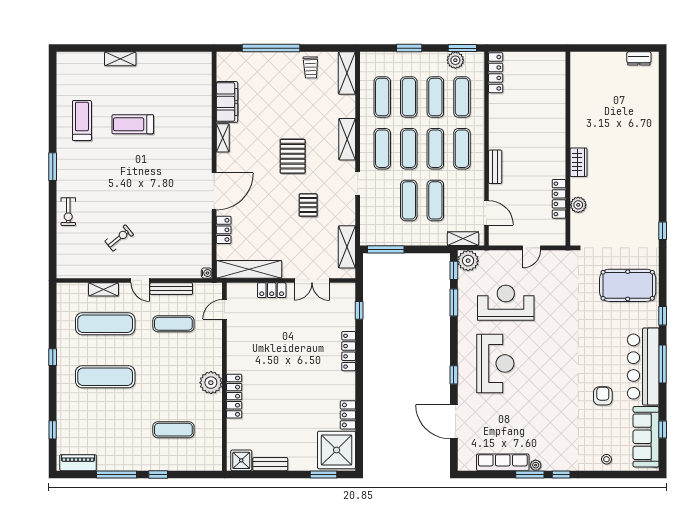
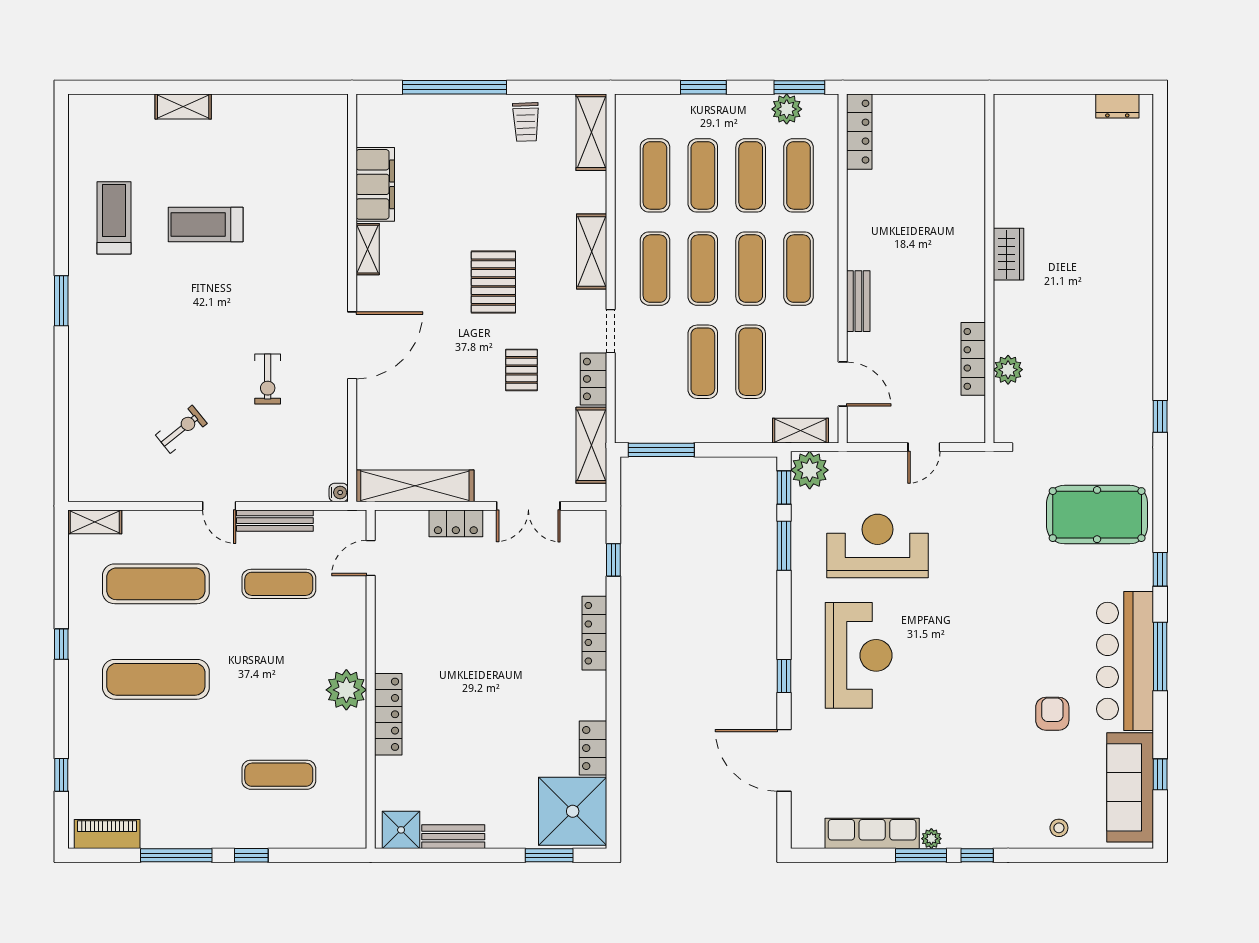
wardrobe: (579, 162) -> (1009, 254), moved
exercise bike: (68, 212) -> (268, 379), moved
locker: (224, 230) -> (594, 379), moved, turned 180
shelving: (104, 289) -> (95, 522), moved

